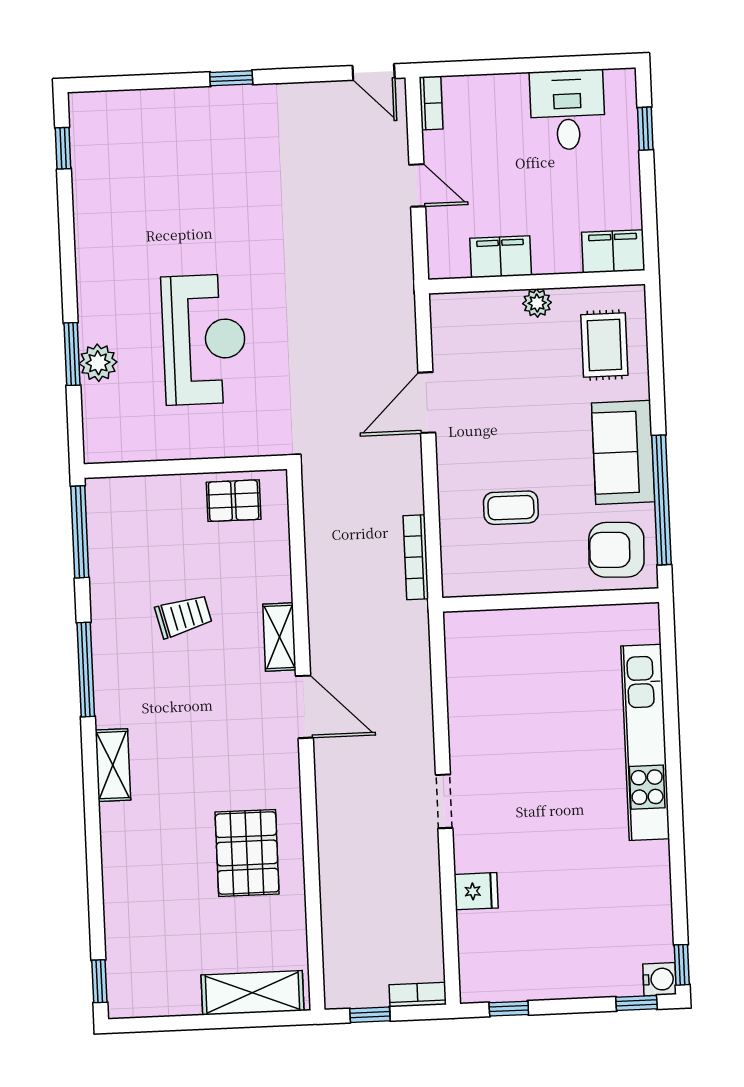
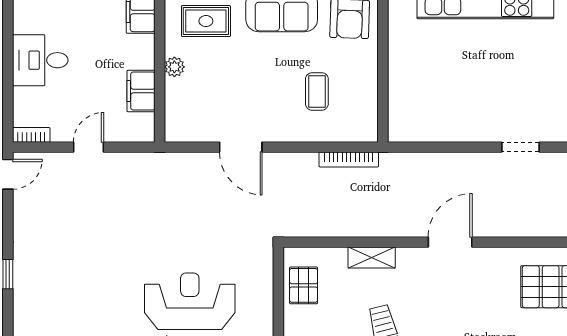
desk: (568, 110) -> (40, 60), moved
shelving: (279, 637) -> (372, 257), moved

